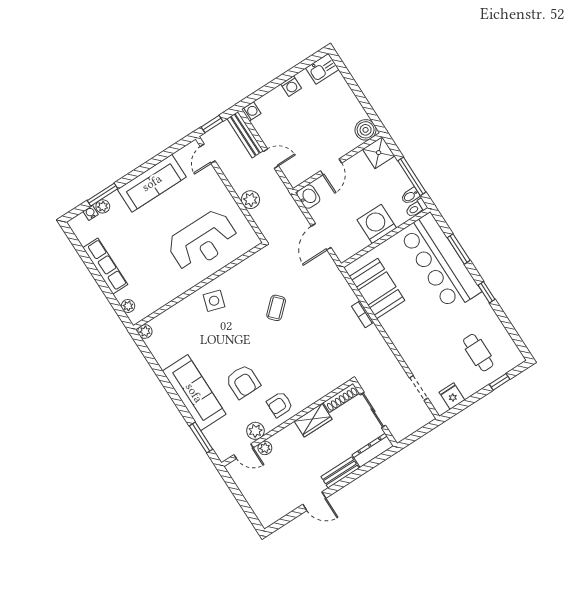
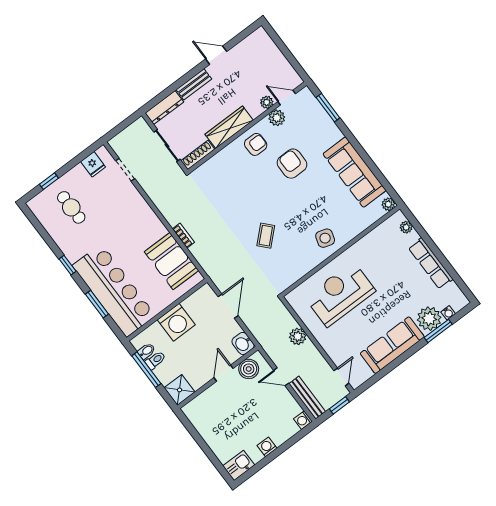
boiler: (366, 130) -> (249, 369), moved
plant: (103, 206) -> (429, 319), width x1.87, depth x1.87
toilet: (416, 208) -> (155, 360), moved
sofa: (194, 393) -> (354, 172), moved
wardrobe: (313, 420) -> (229, 127), width x1.50

